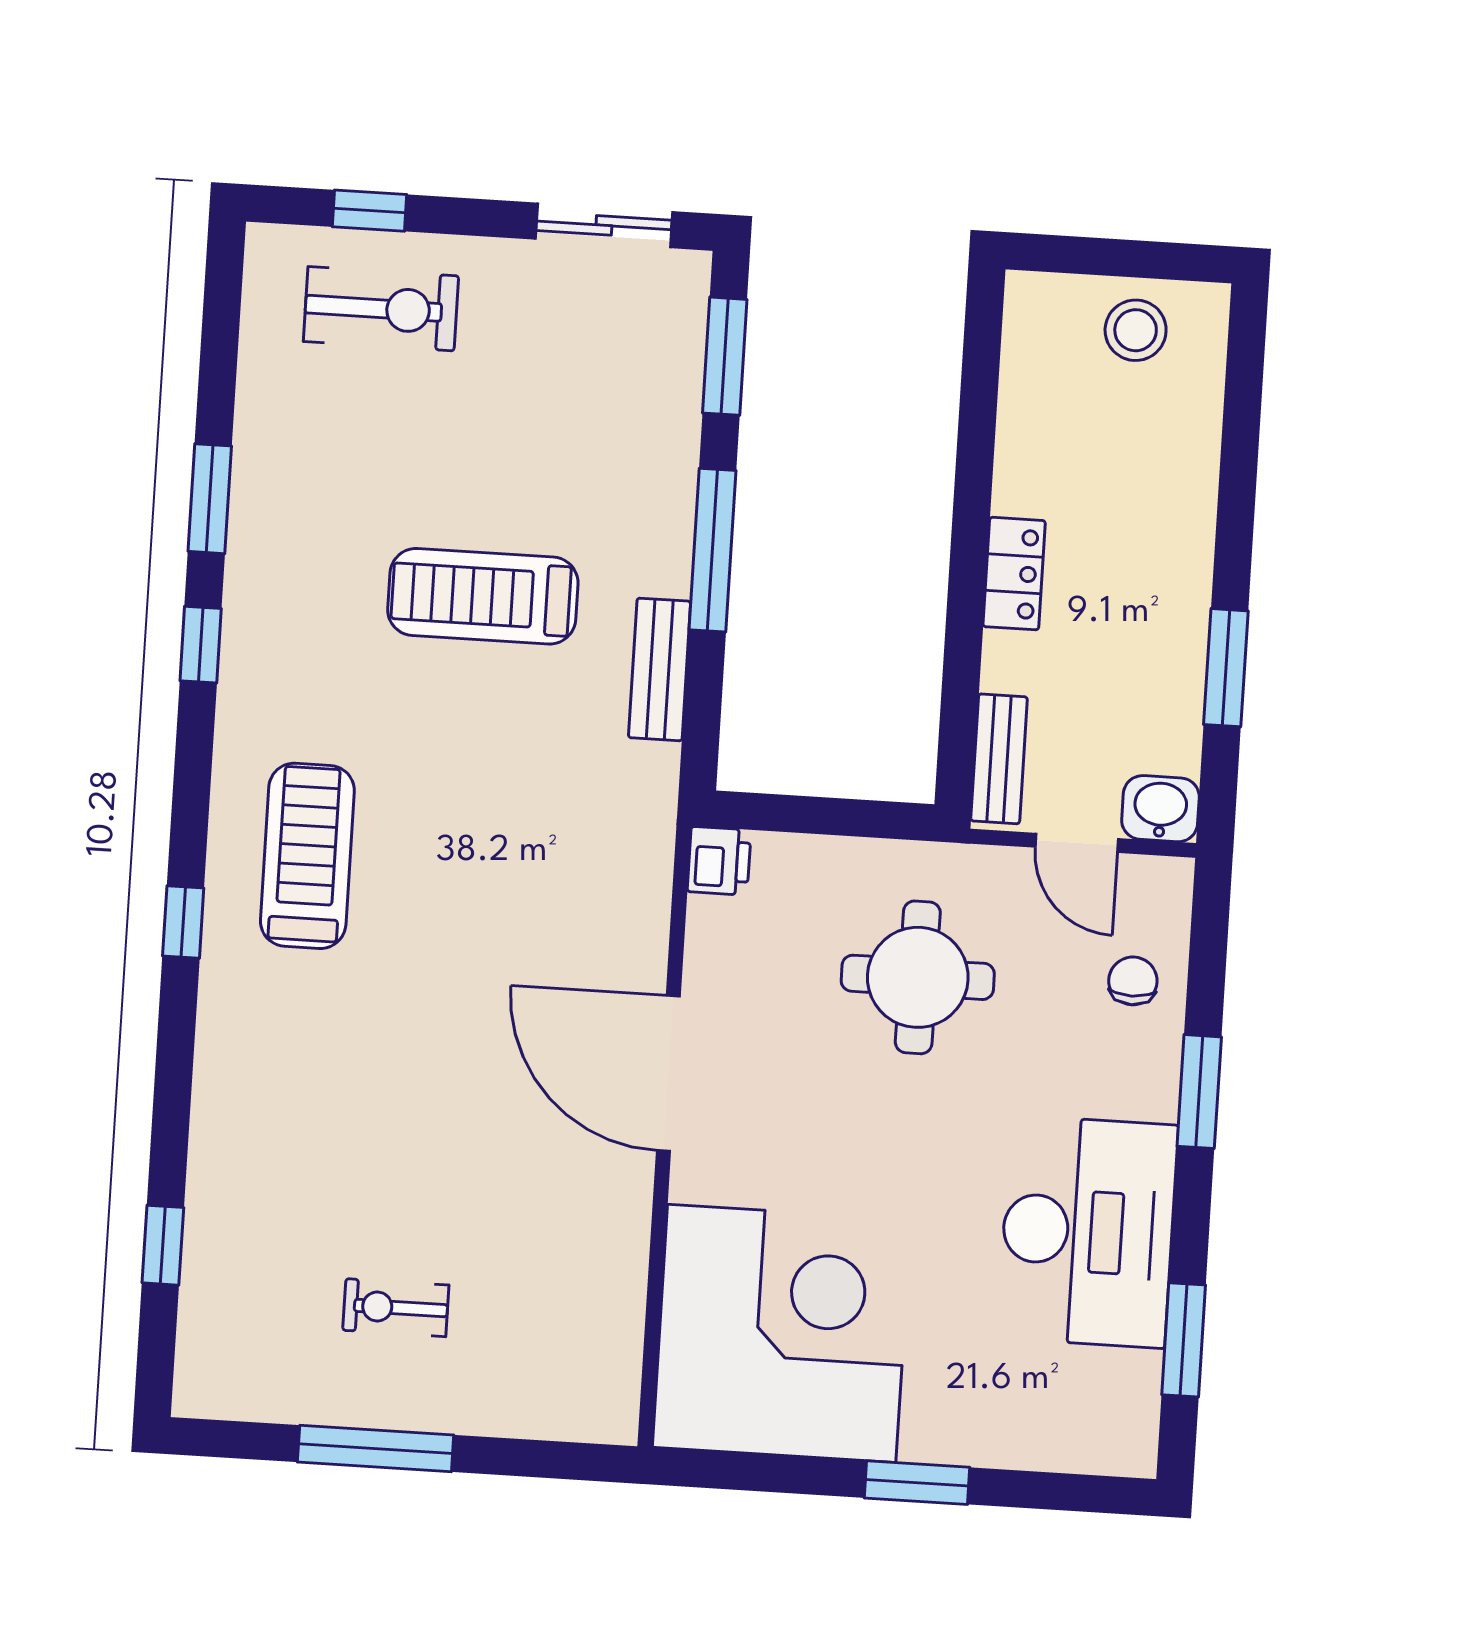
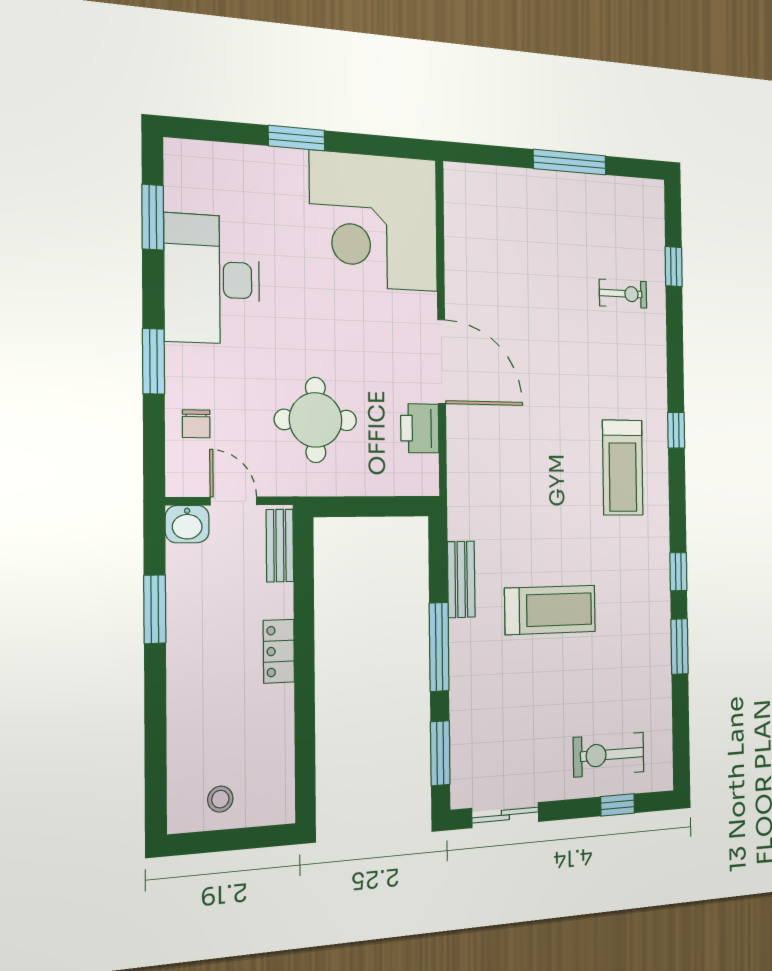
stool: (1136, 330) -> (220, 799), width x0.73, depth x0.73
printer: (719, 861) -> (420, 428), moved, width x1.36, depth x1.24
exercise bike: (396, 1308) -> (623, 294), moved

